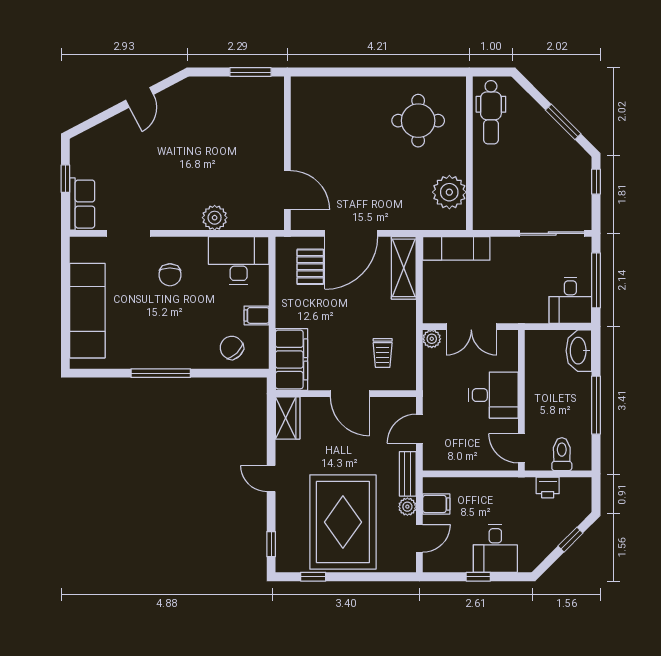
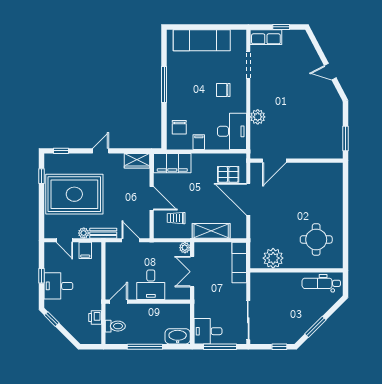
shelving: (404, 268) -> (211, 231), moved
chair: (232, 348) -> (179, 127), turned 134
door: (350, 394) -> (152, 198), swing flipped
window: (570, 540) -> (52, 319), moved

